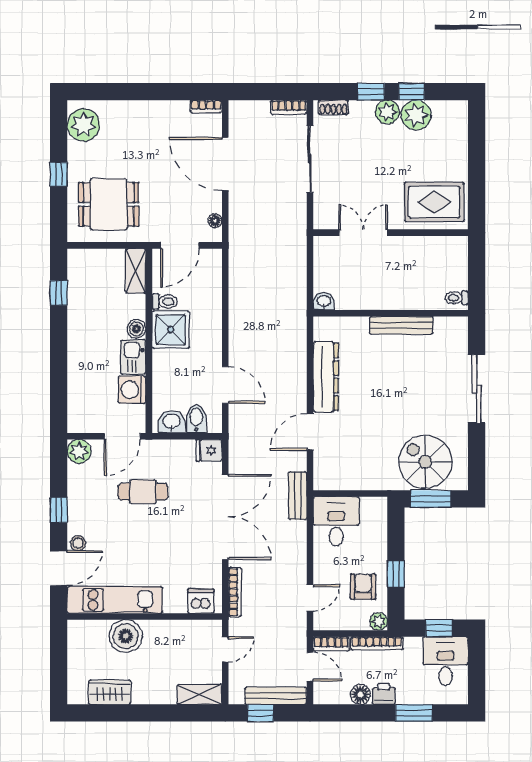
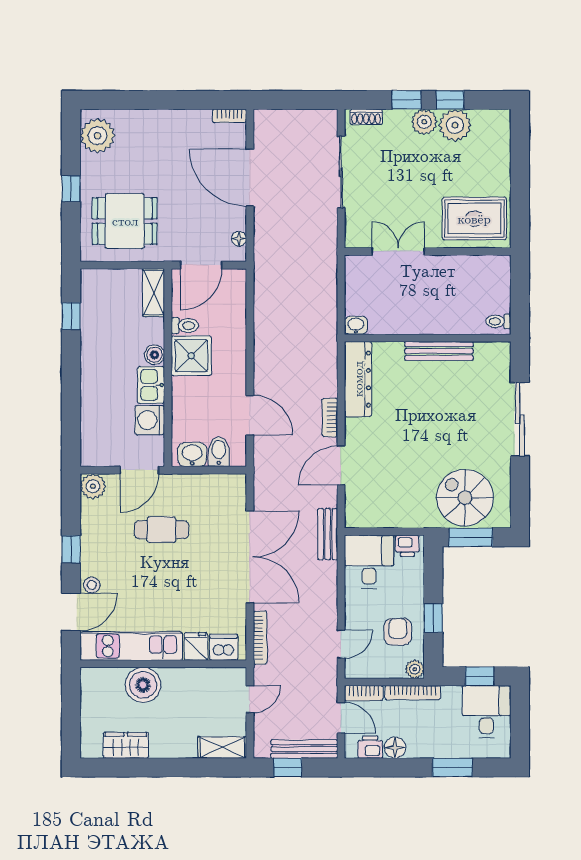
bookcase: (289, 107) -> (330, 418), moved, turned 90
dresser: (326, 377) -> (358, 379), moved
fridge: (209, 450) -> (196, 646), moved, turned 90
printer: (372, 507) -> (407, 546), added
printer: (384, 694) -> (370, 747), moved

